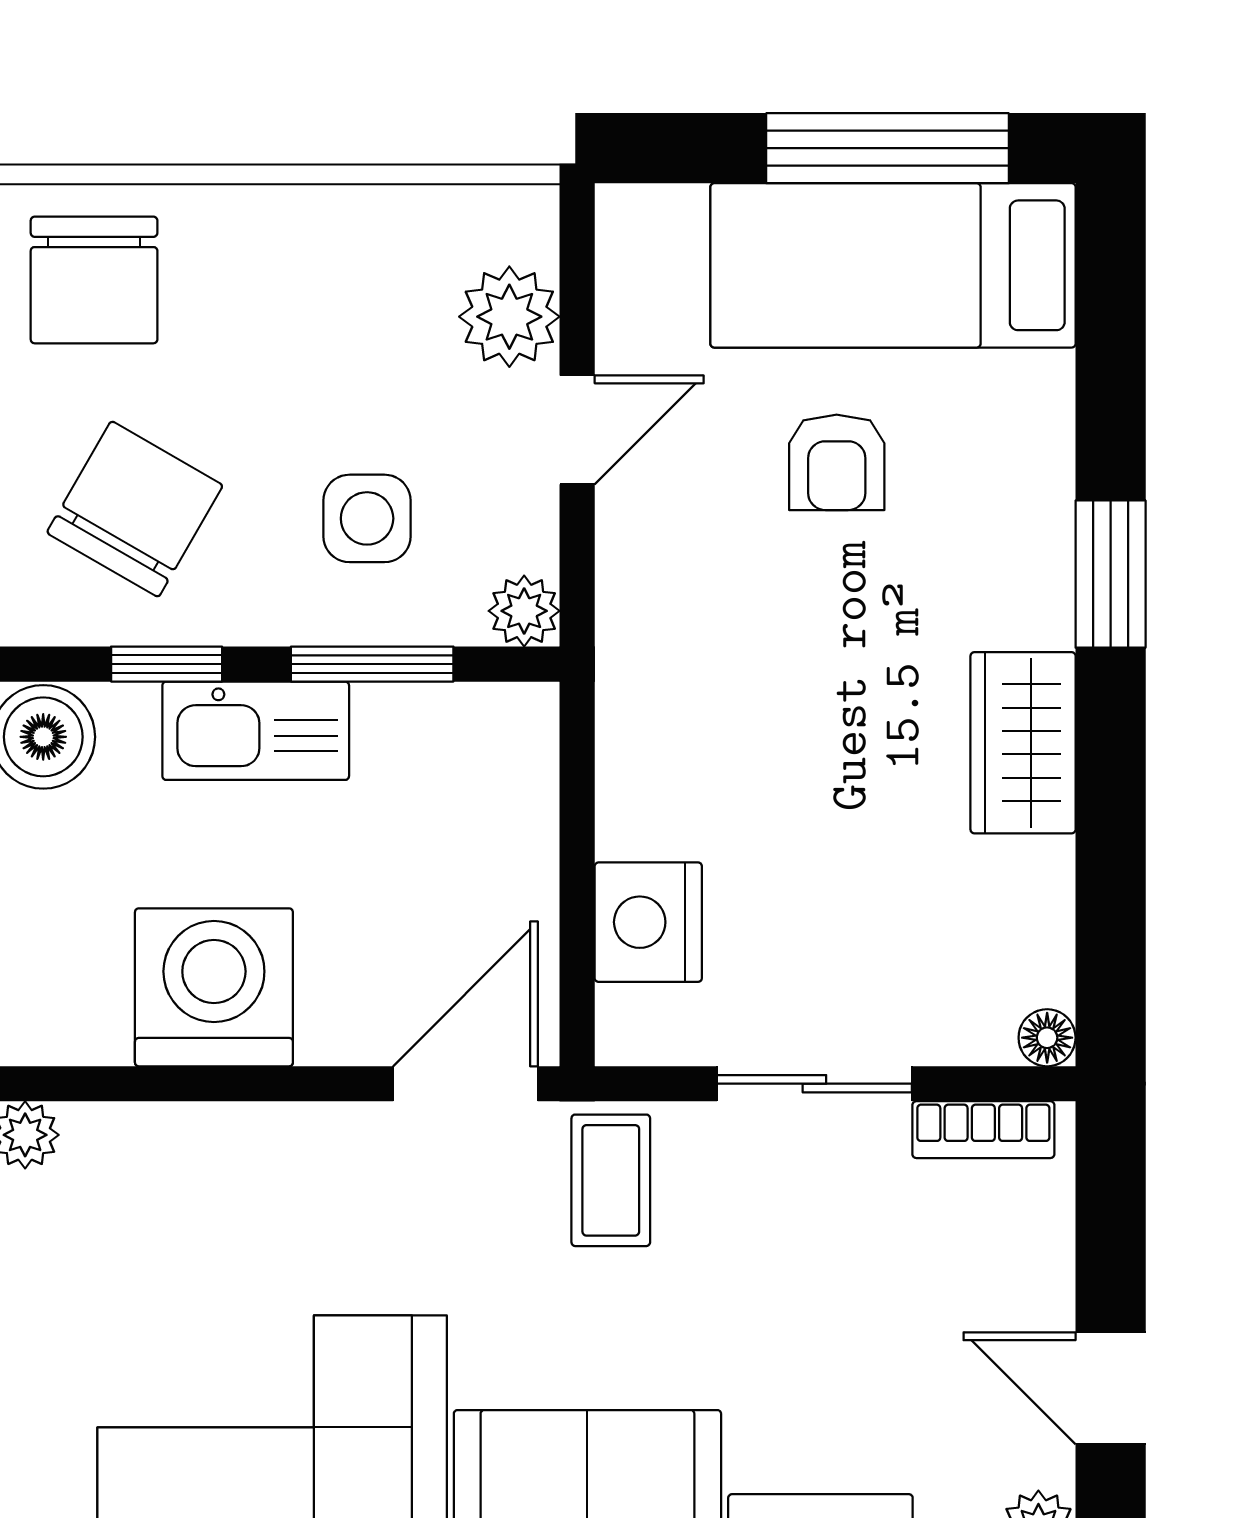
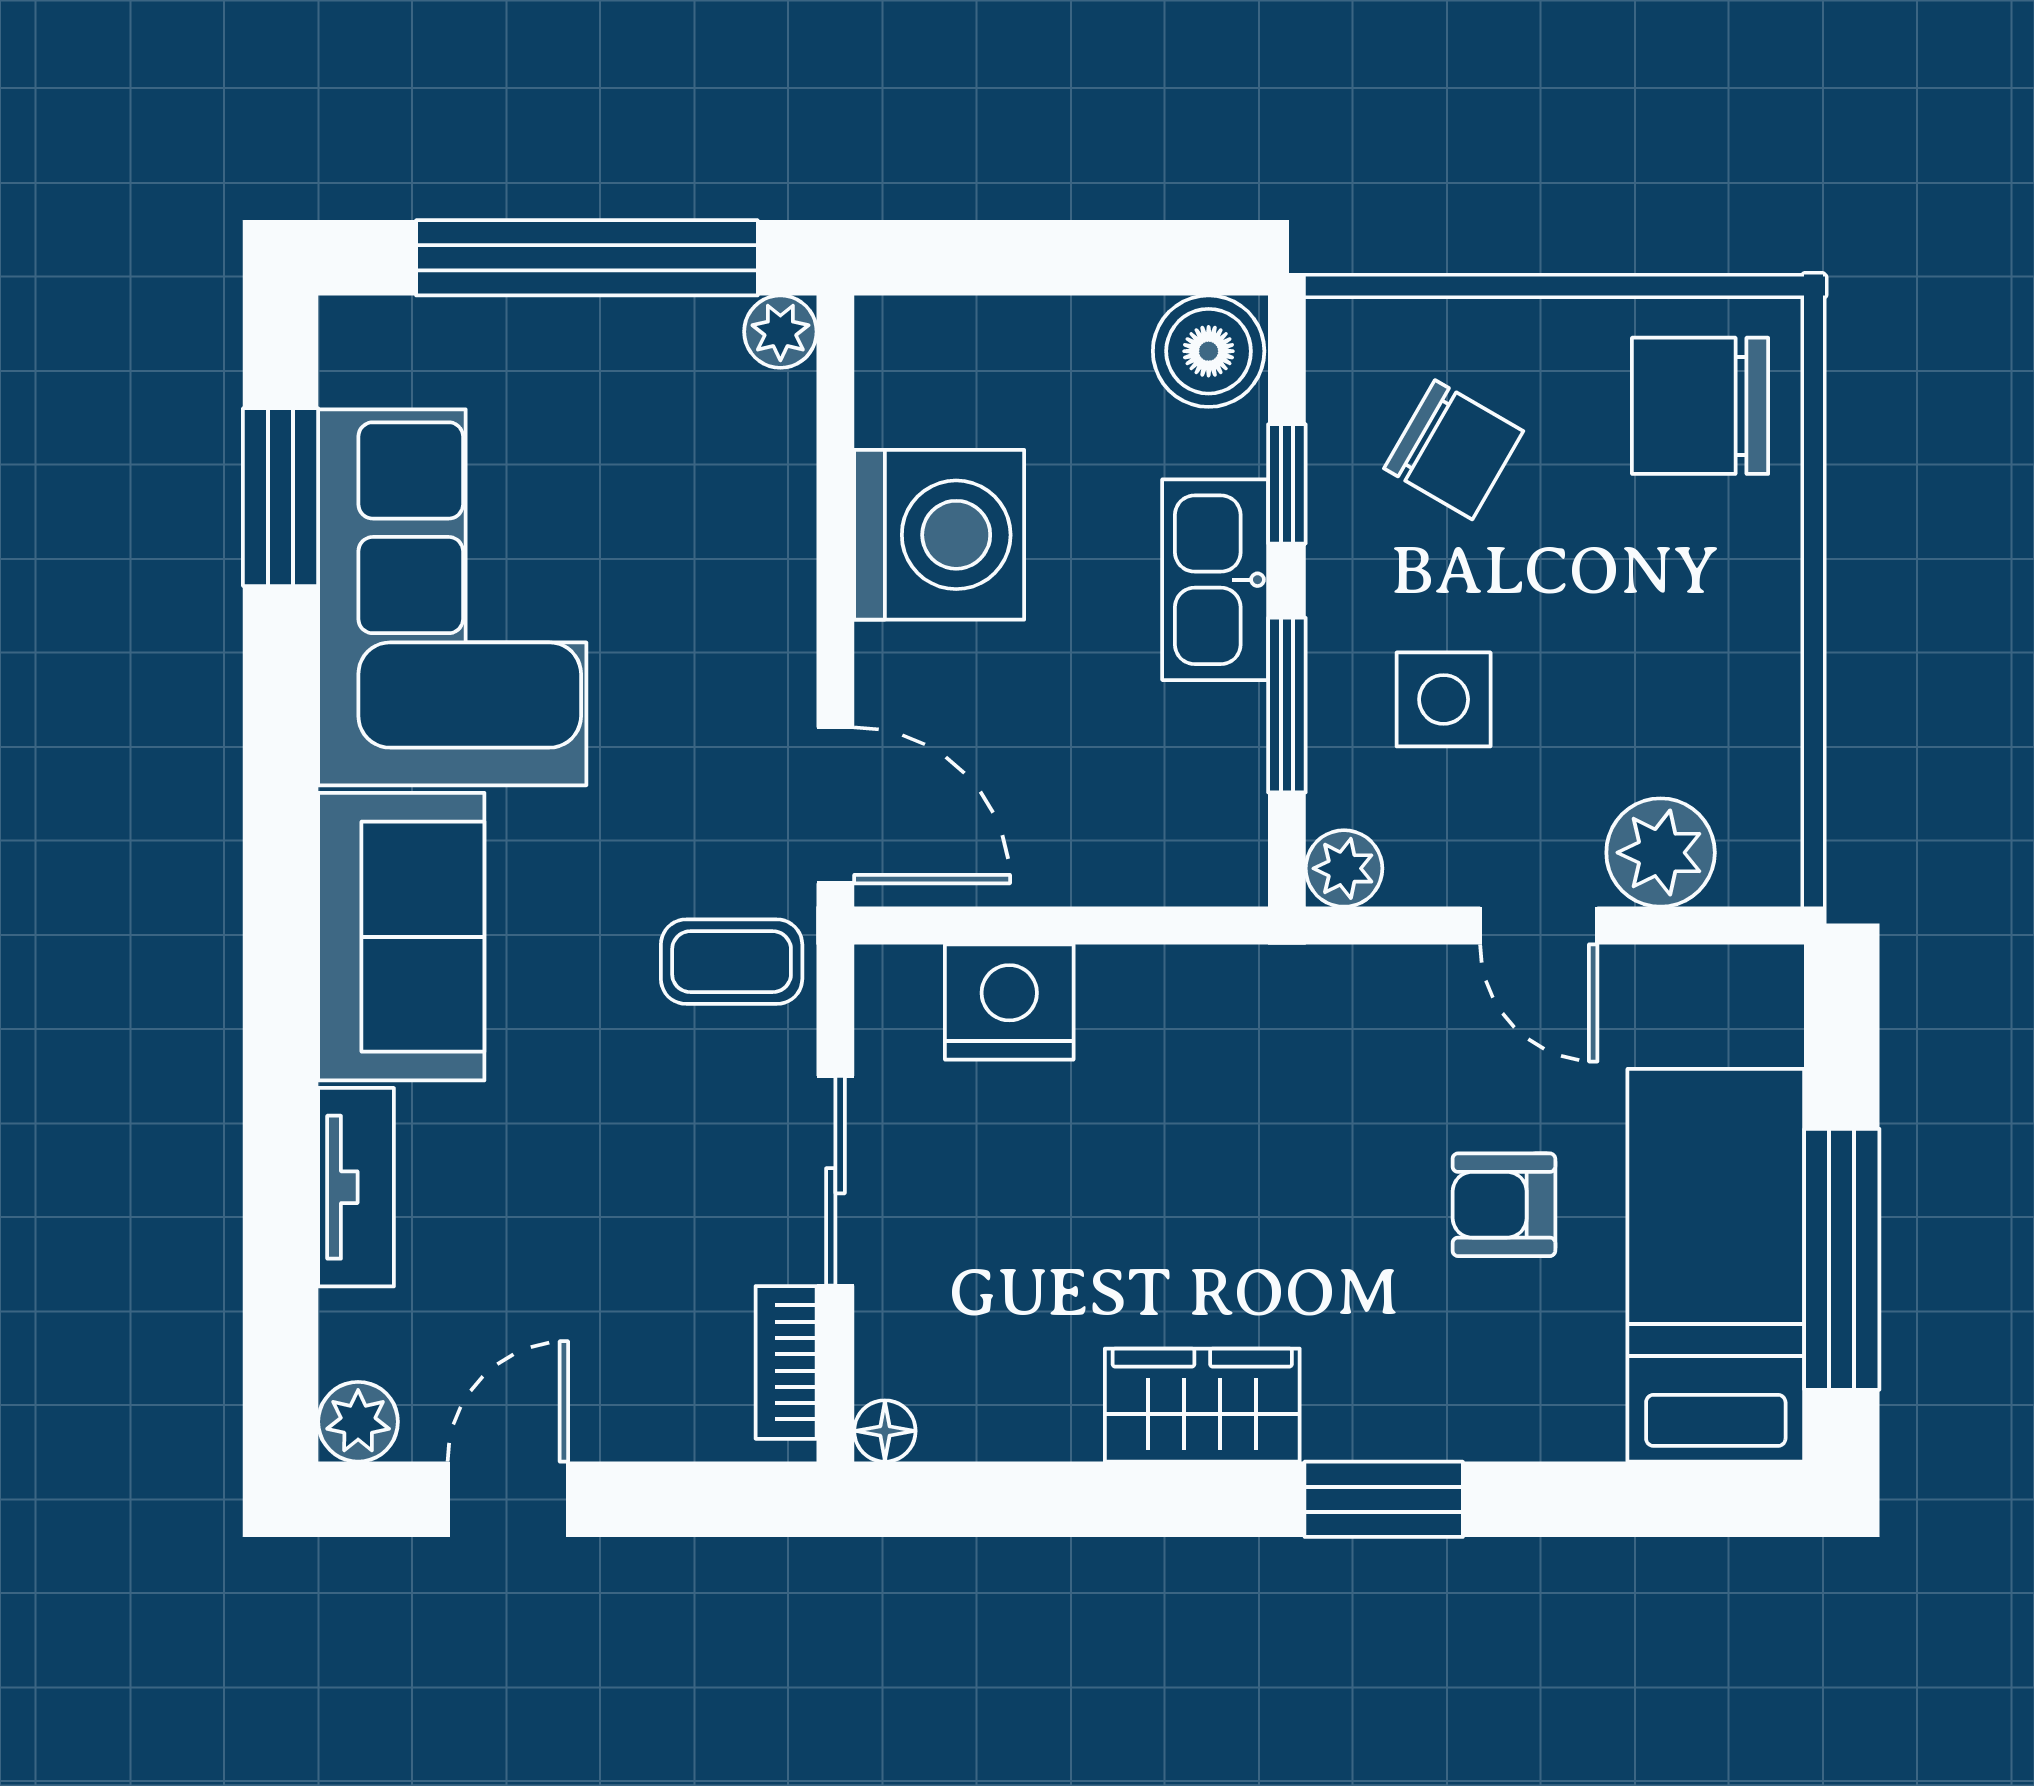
chair: (135, 509) -> (1454, 450), width x0.73, depth x0.73

